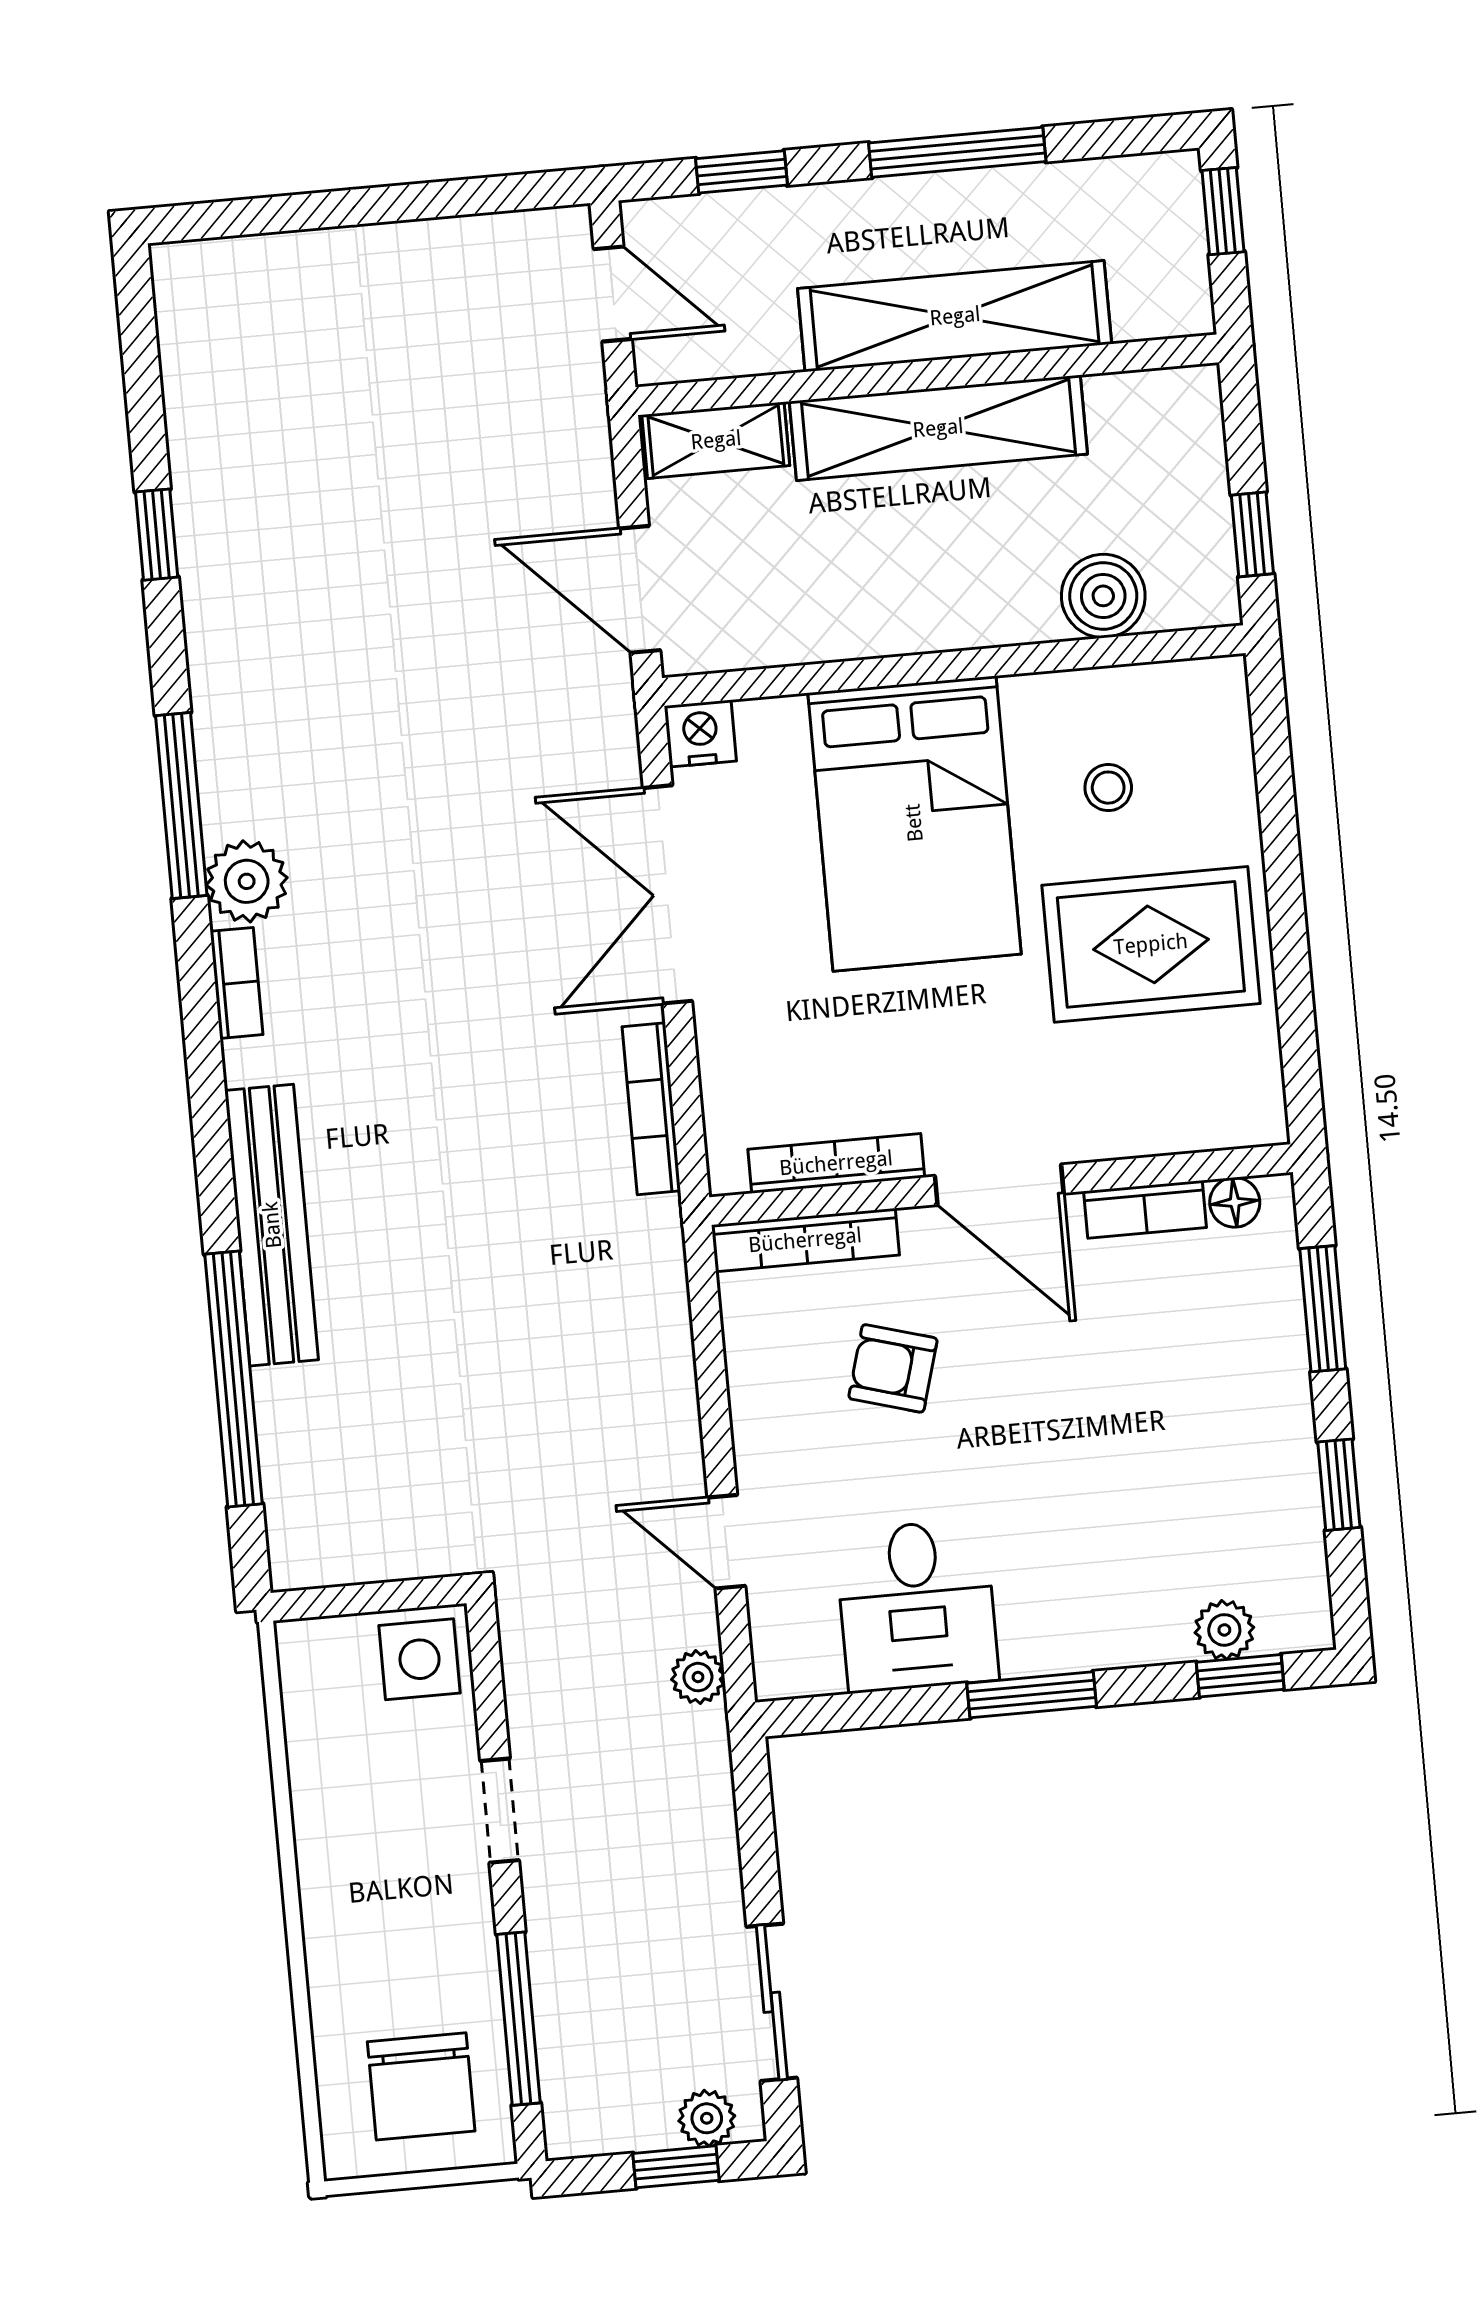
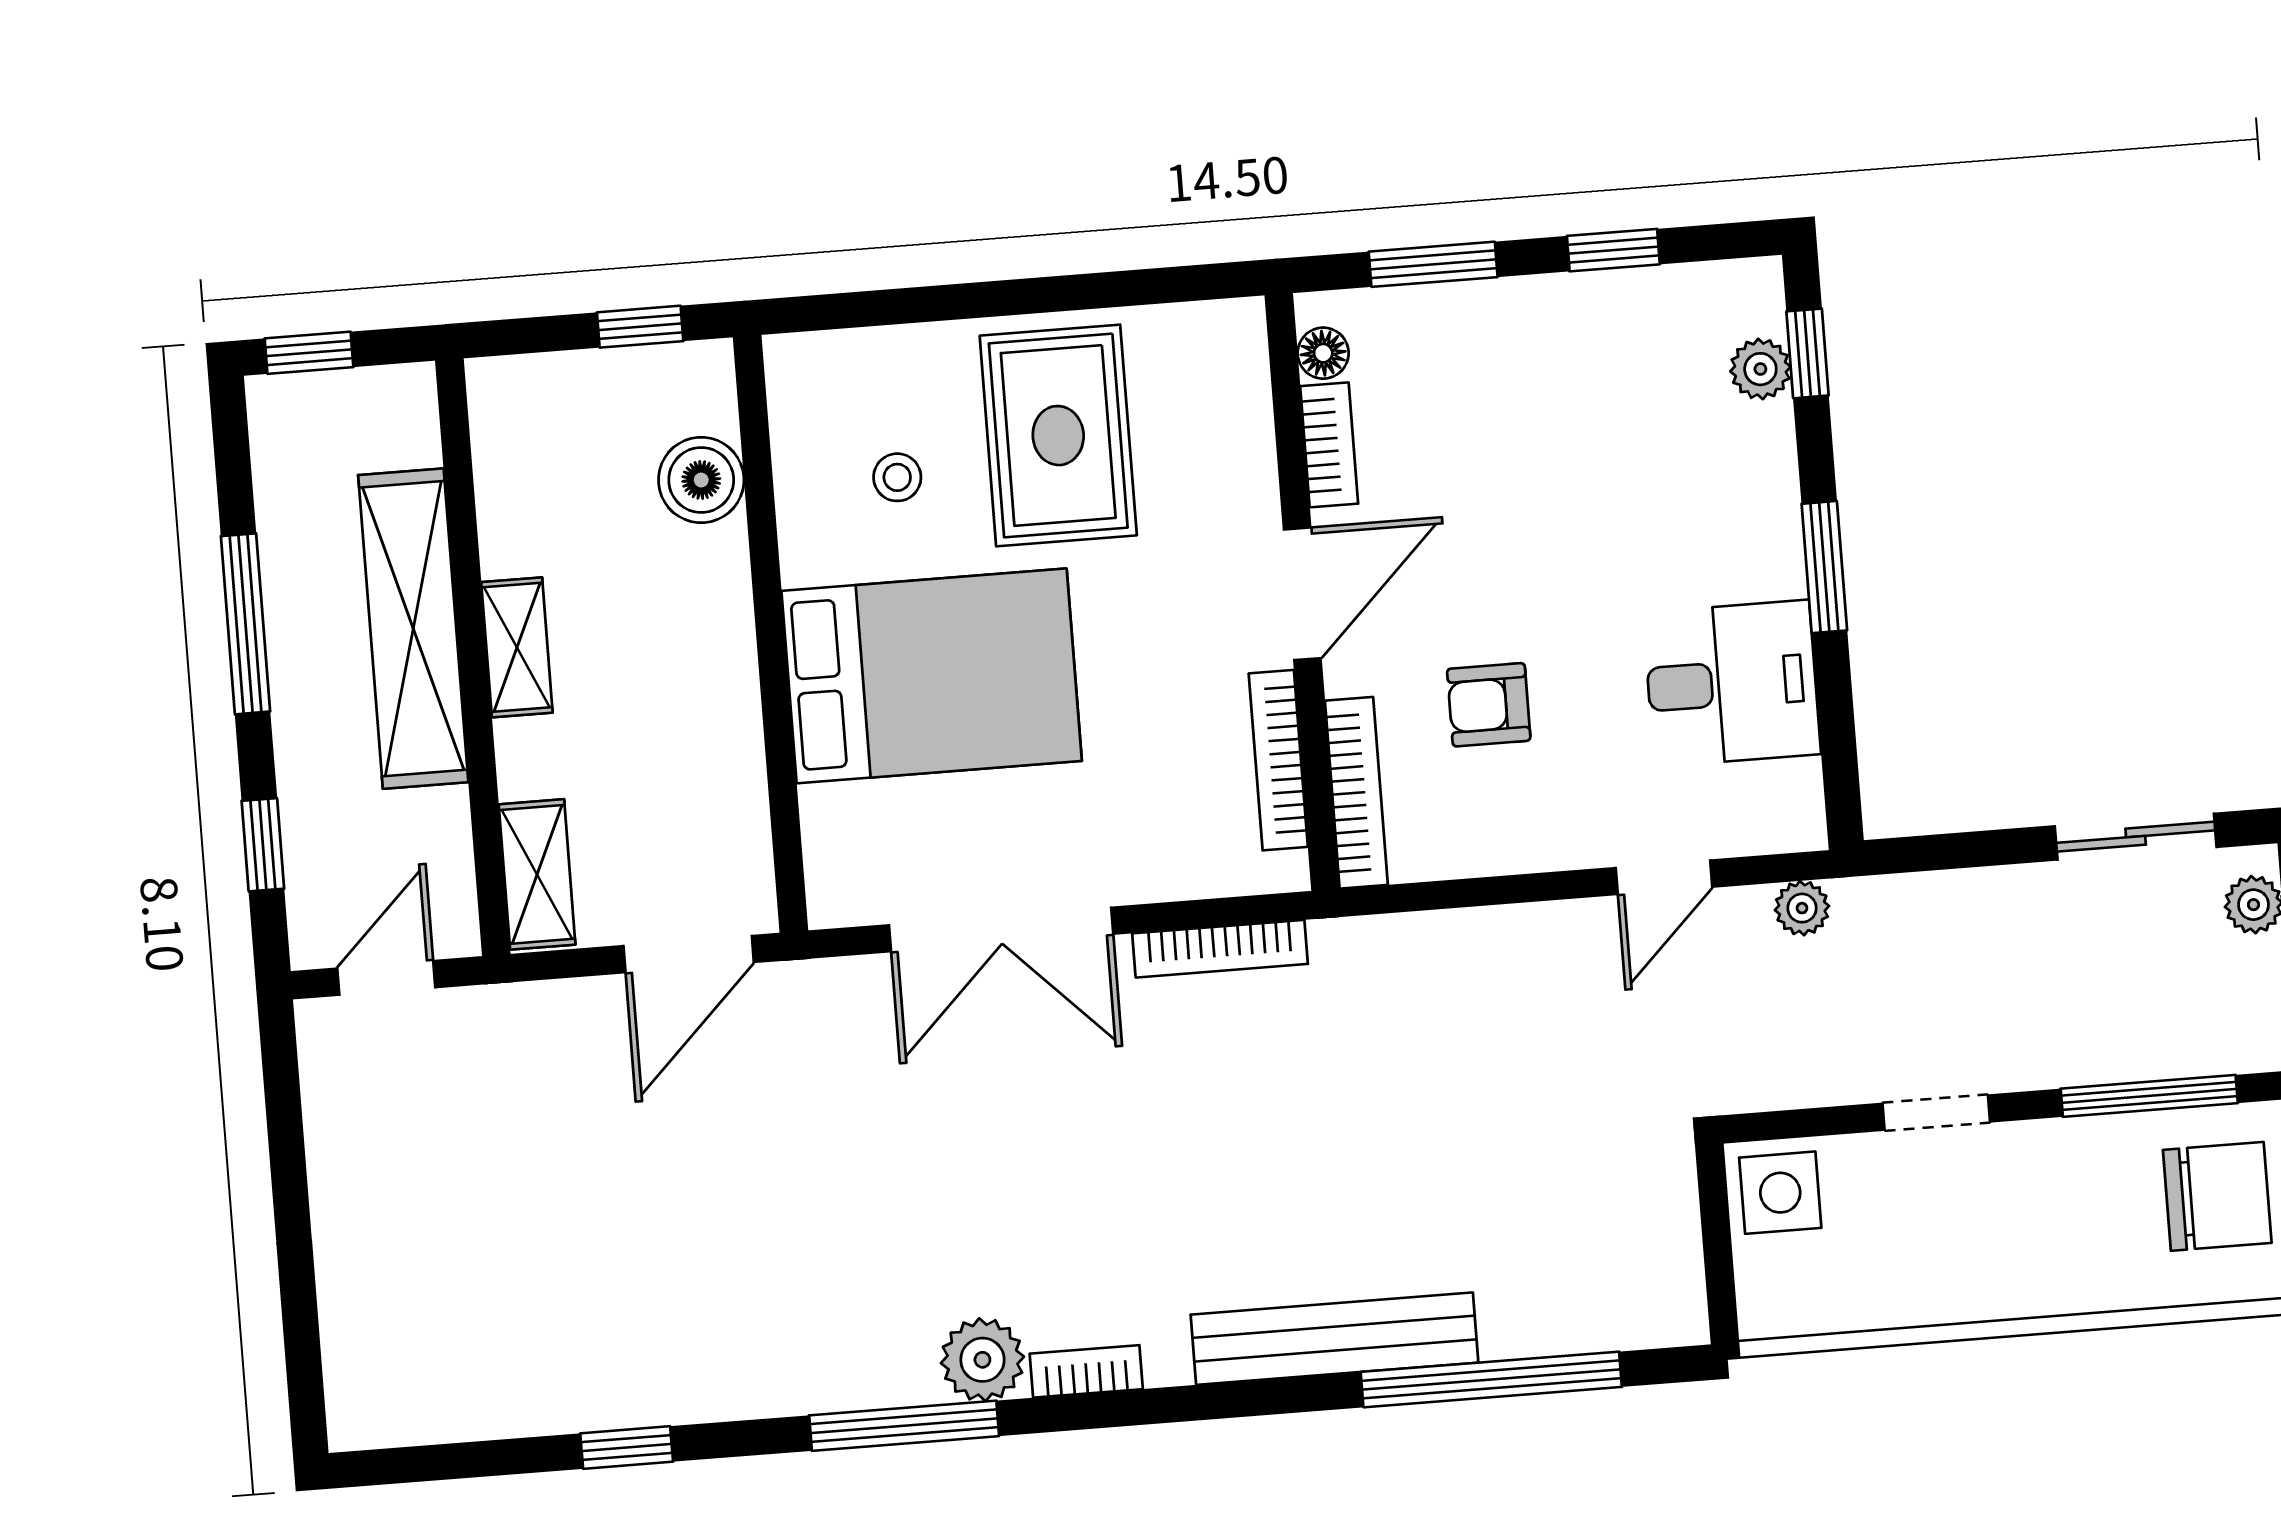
shelving: (938, 428) -> (517, 647), width x0.45, depth x0.75
nightstand: (700, 733) -> (837, 894), removed
armchair: (893, 1368) -> (1489, 705), turned 74

